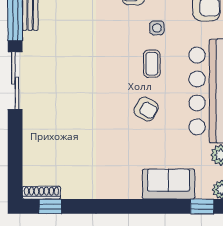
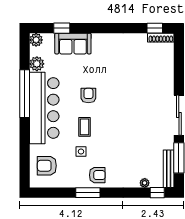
armchair: (146, 109) -> (88, 96), turned 61
window: (202, 206) -> (62, 28), moved

